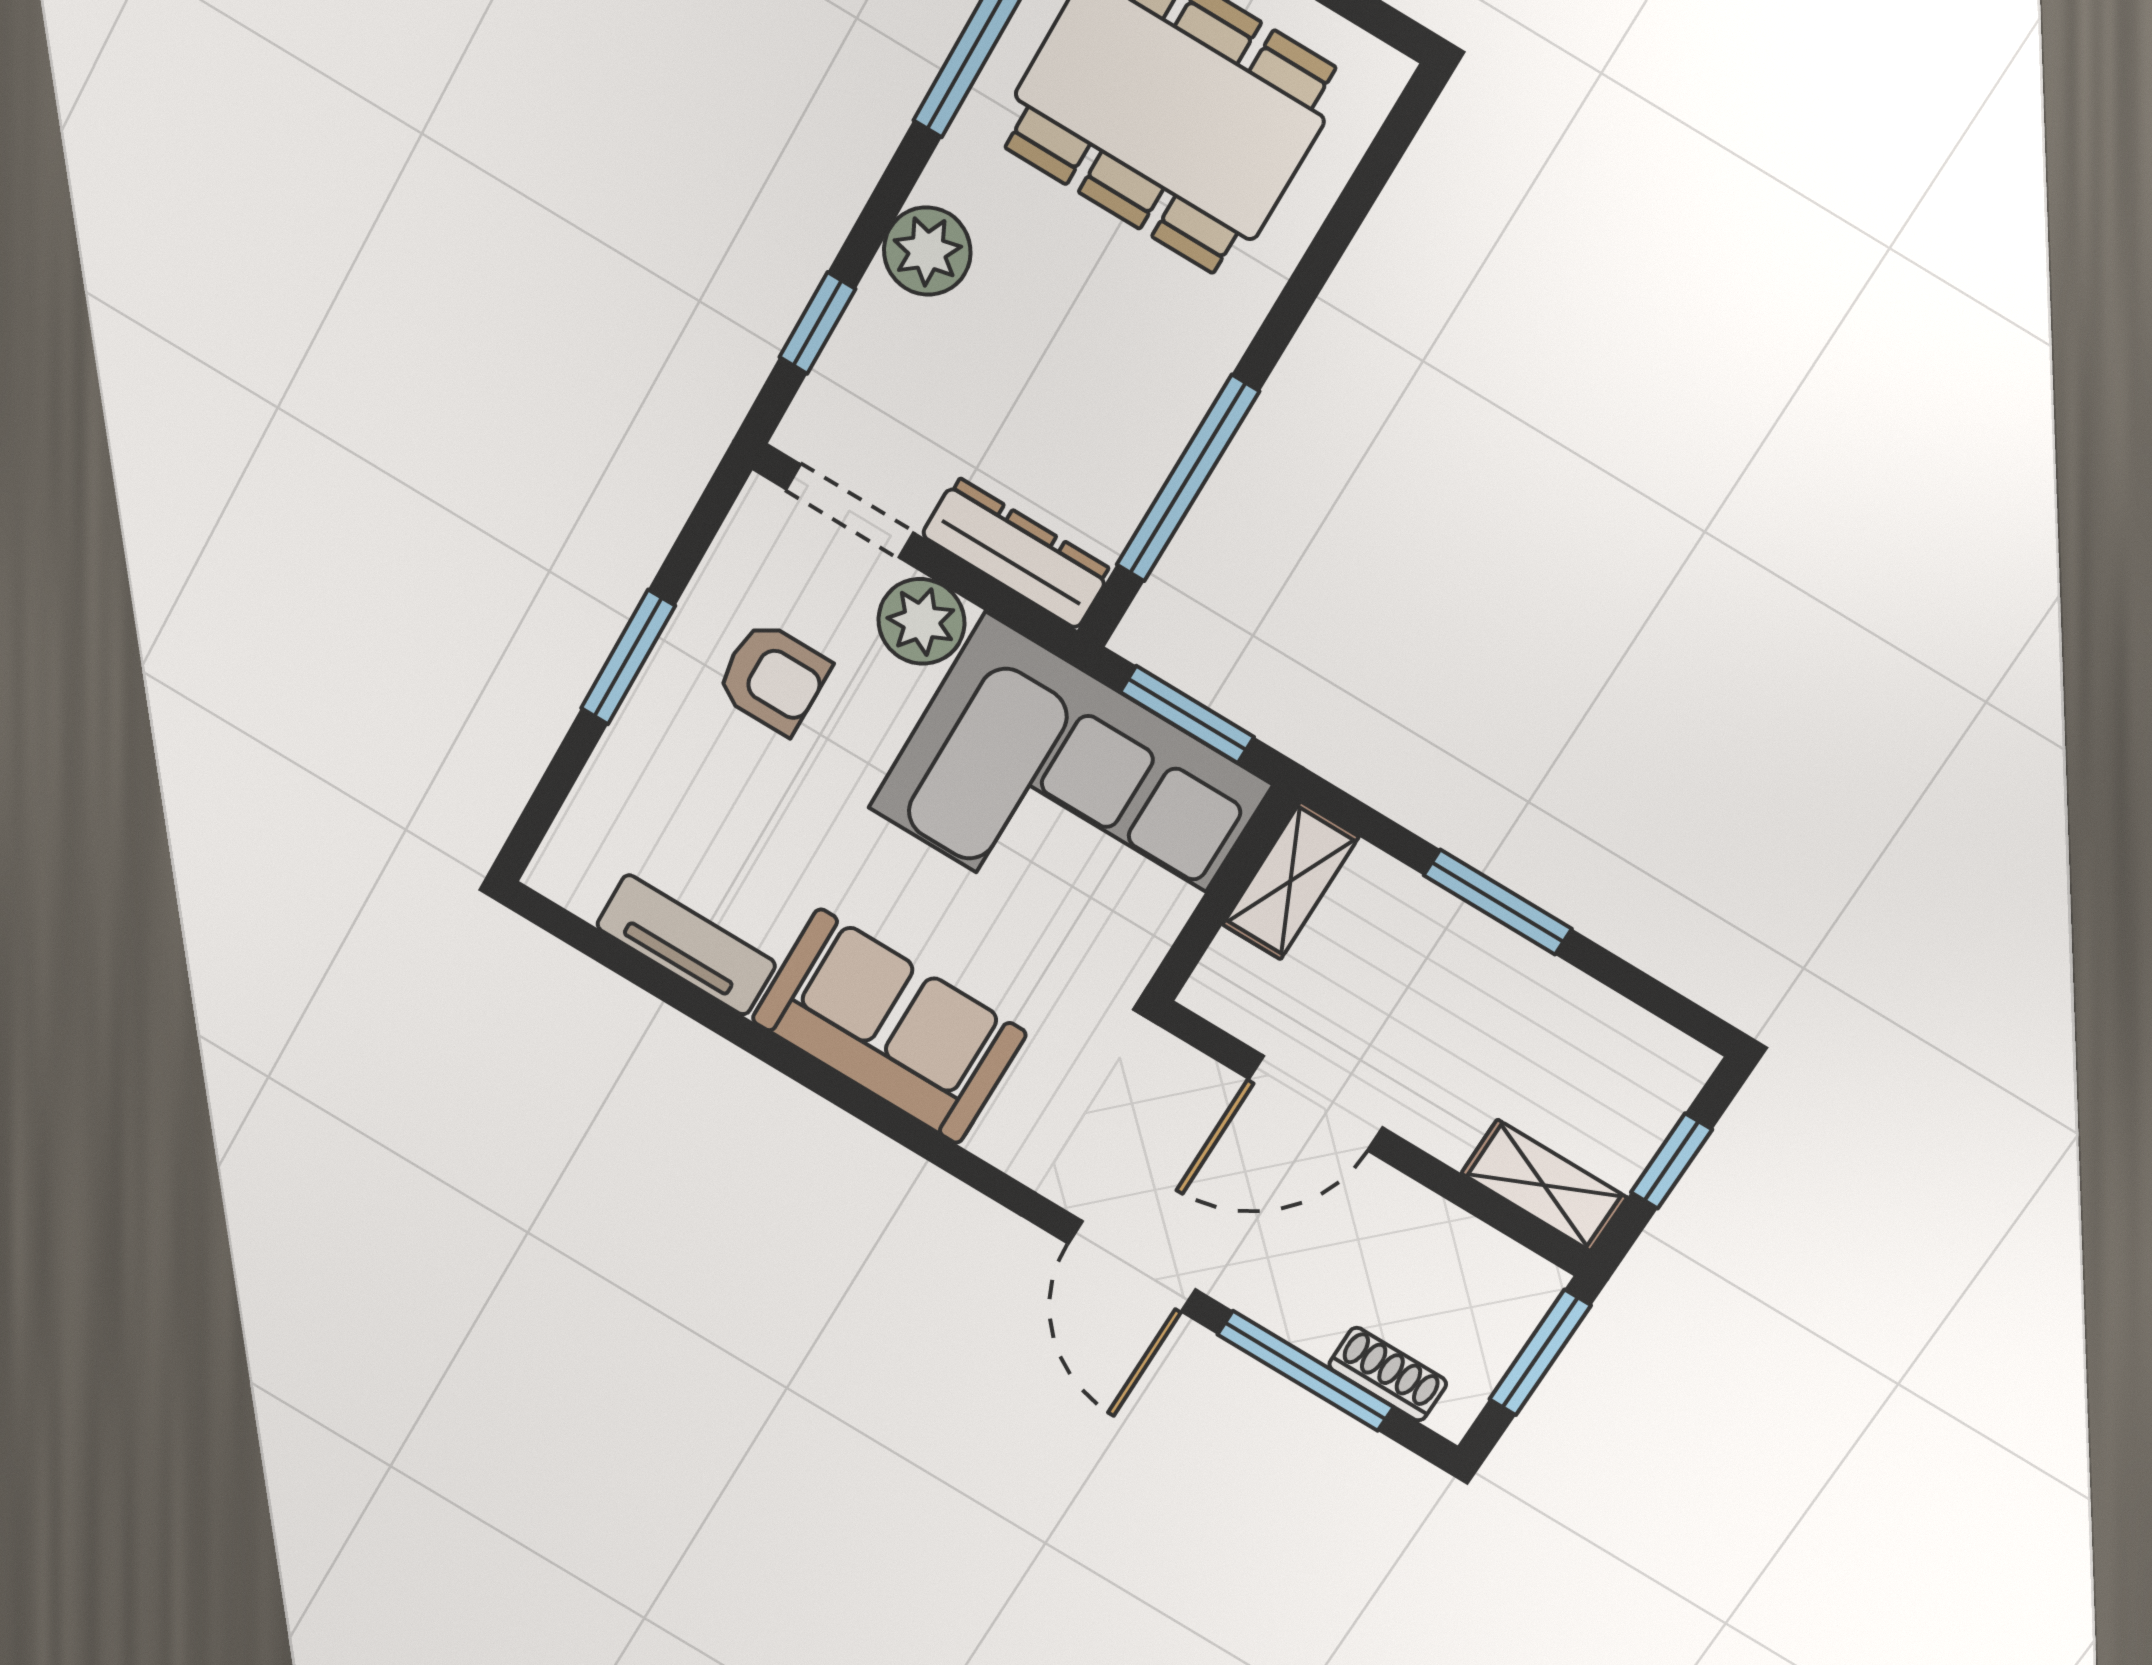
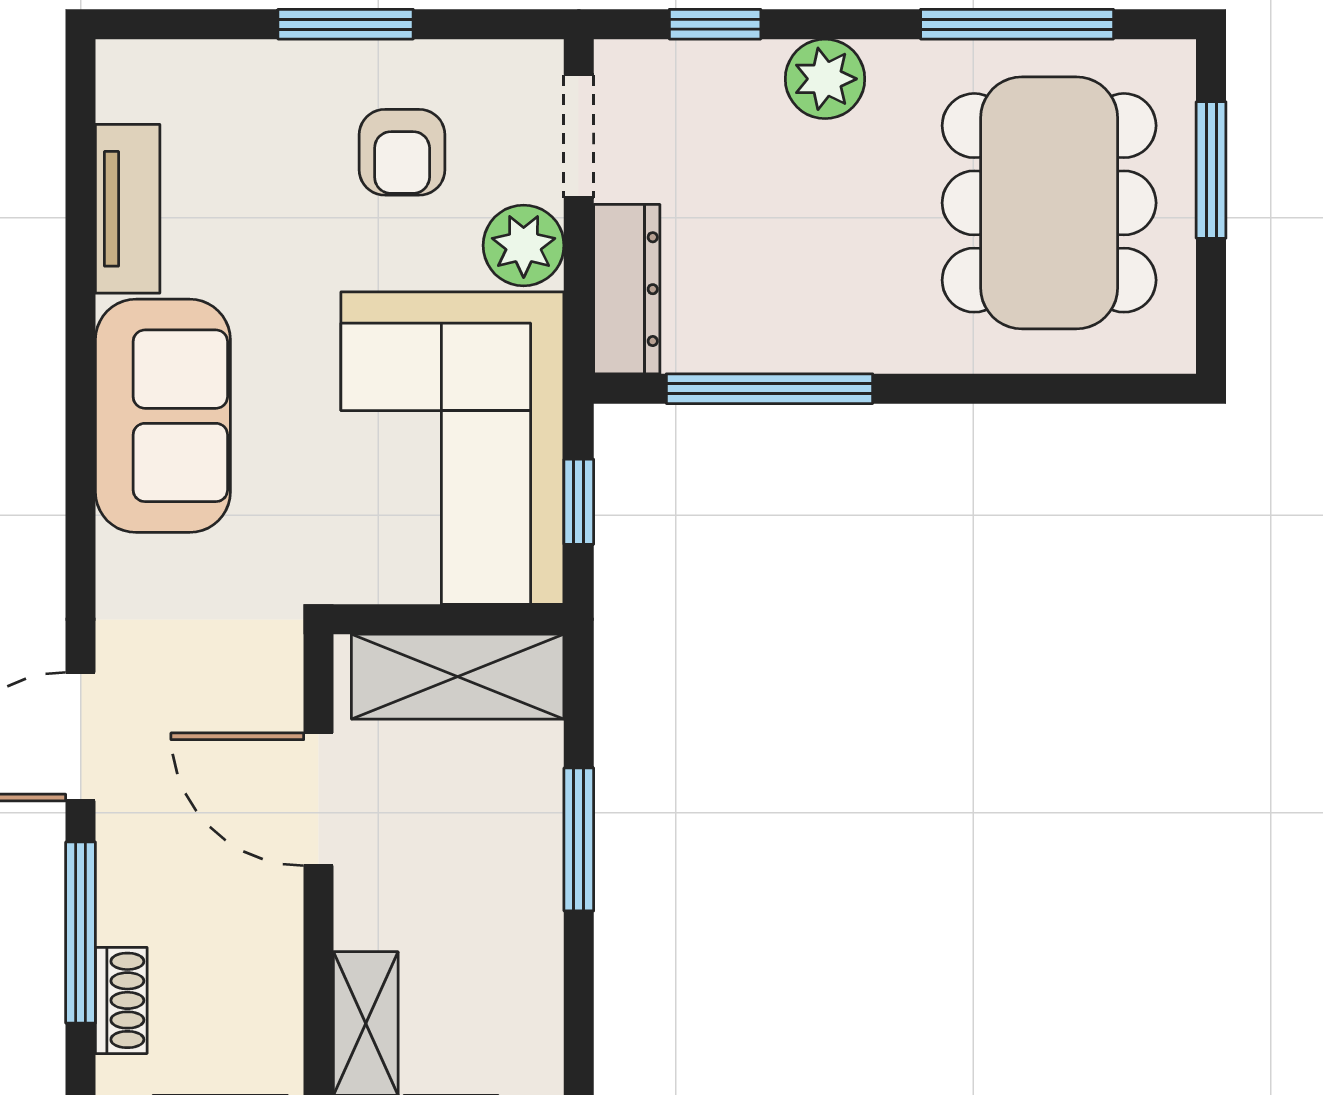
window: (1187, 714) -> (579, 502), width x0.67
shelving: (1291, 881) -> (458, 677), width x1.50, depth x1.33

